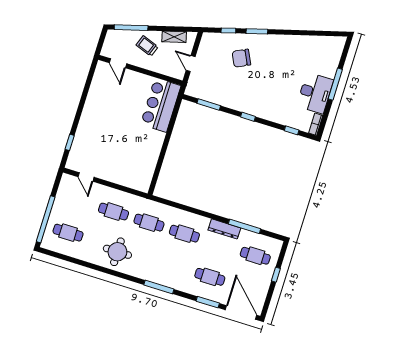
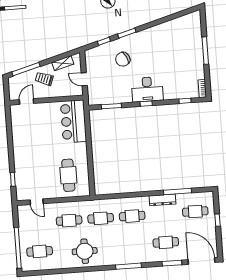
door: (118, 63) -> (27, 102), swing flipped
desk: (315, 93) -> (147, 89), moved, turned 90
cafe table: (132, 162) -> (68, 175), added

